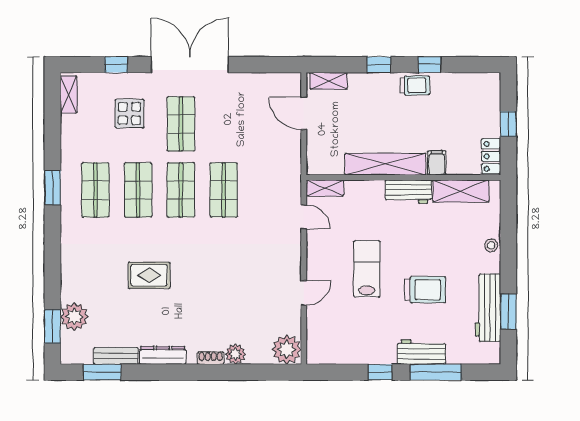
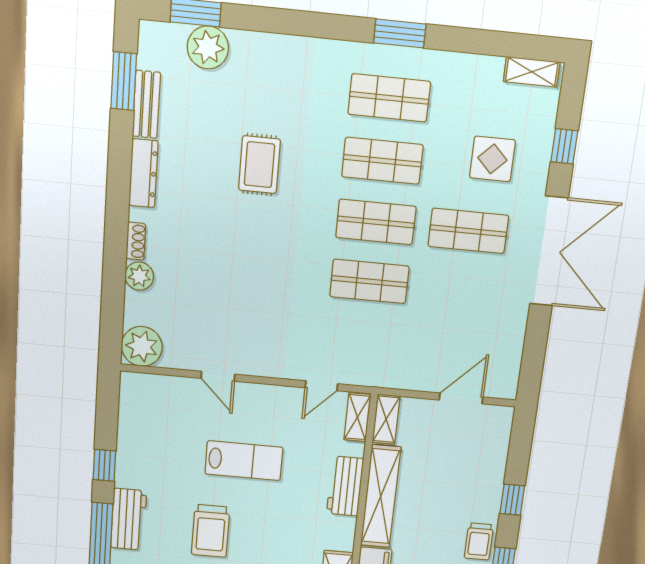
shelving: (329, 81) -> (386, 419), moved
workbench: (408, 192) -> (345, 486), moved

